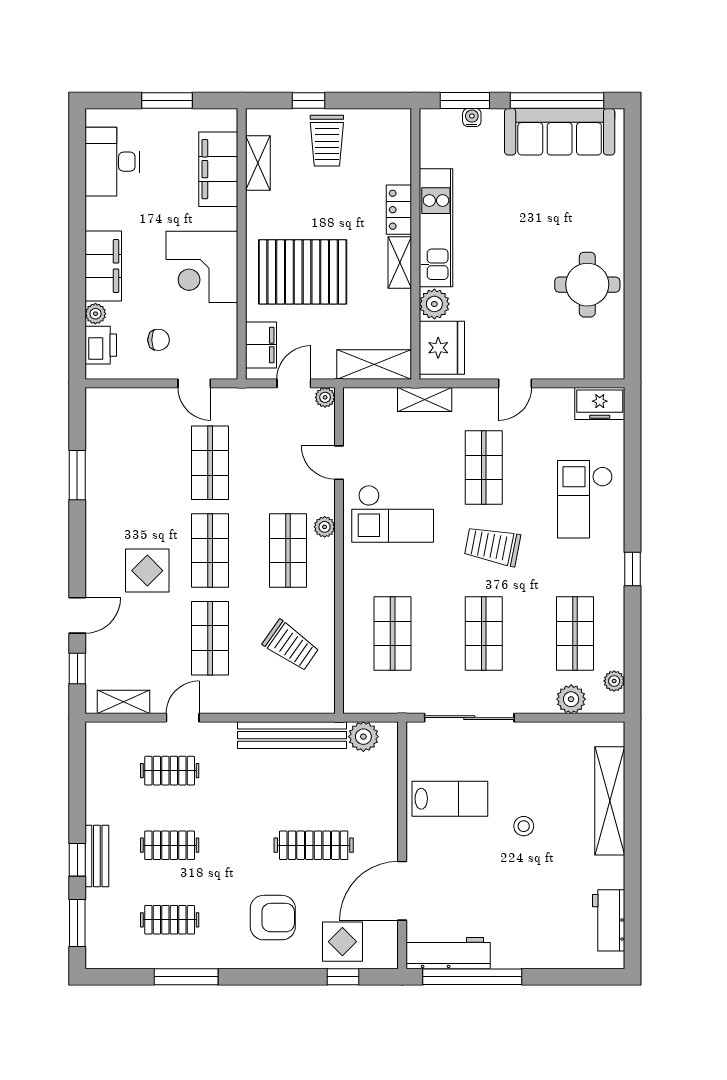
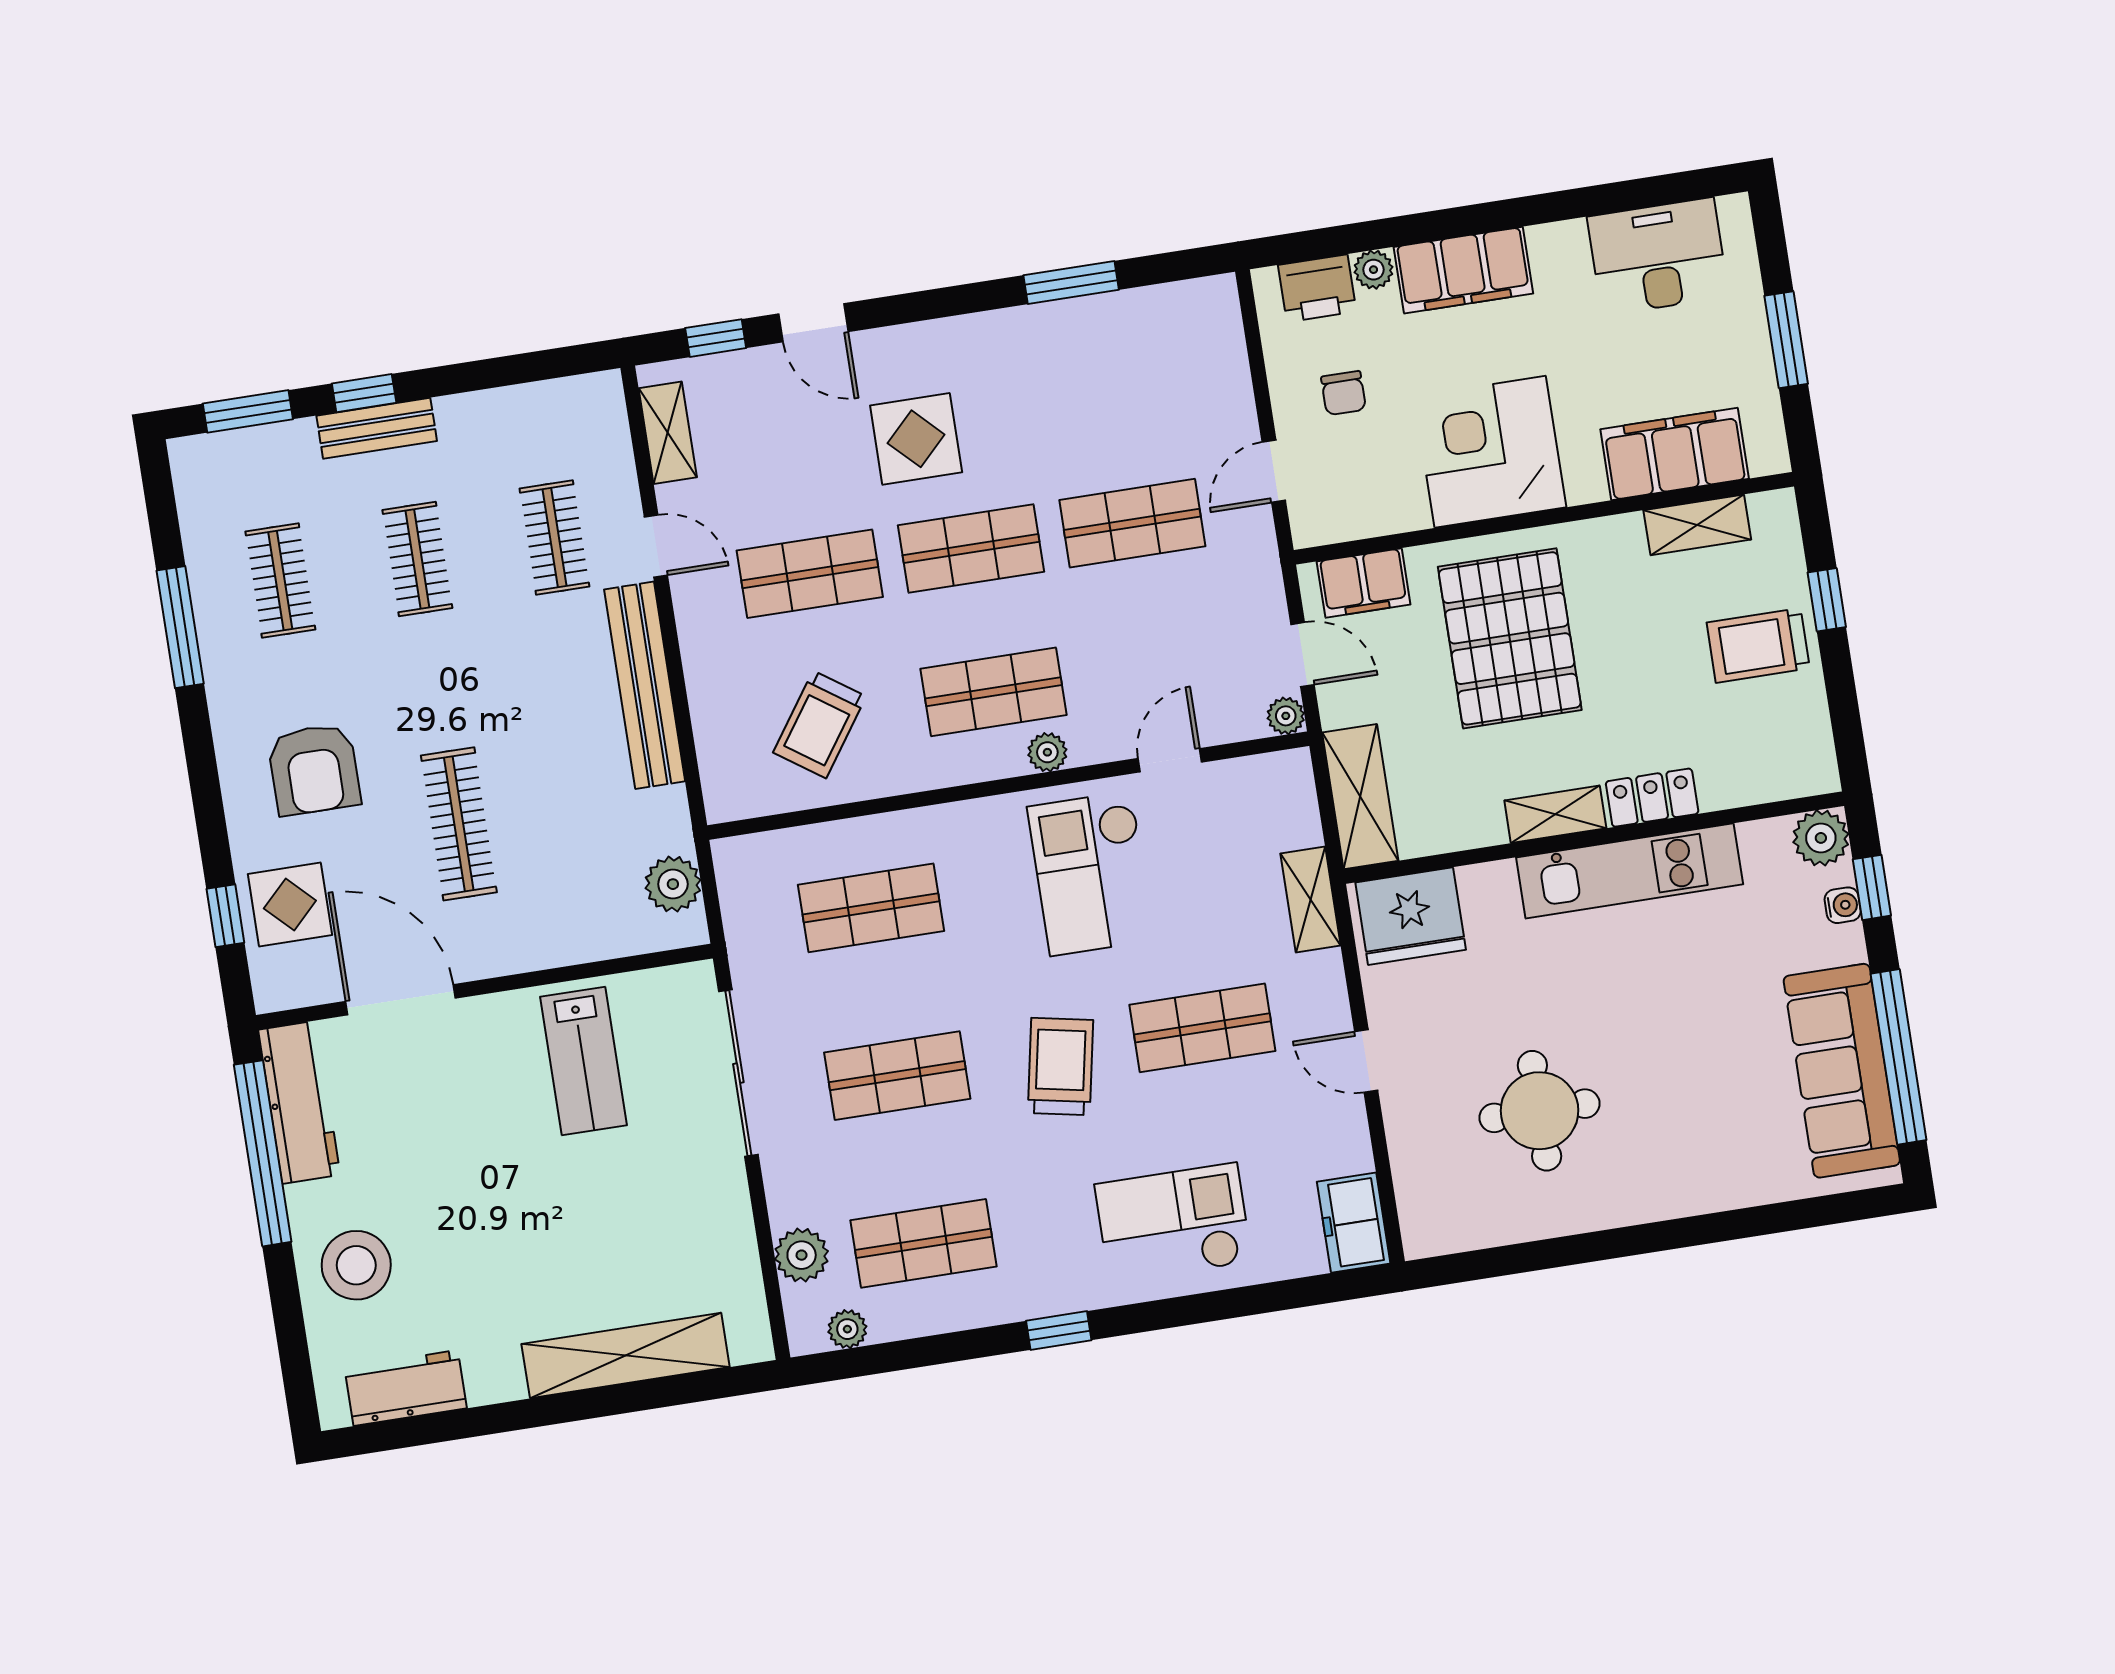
window: (465, 100) -> (1872, 887), width x0.67
round table: (587, 285) -> (1540, 1111), moved
plant: (434, 304) -> (1821, 838), moved
bench: (292, 735) -> (645, 685), moved
stool: (524, 826) -> (356, 1265), moved, width x1.89, depth x1.89

